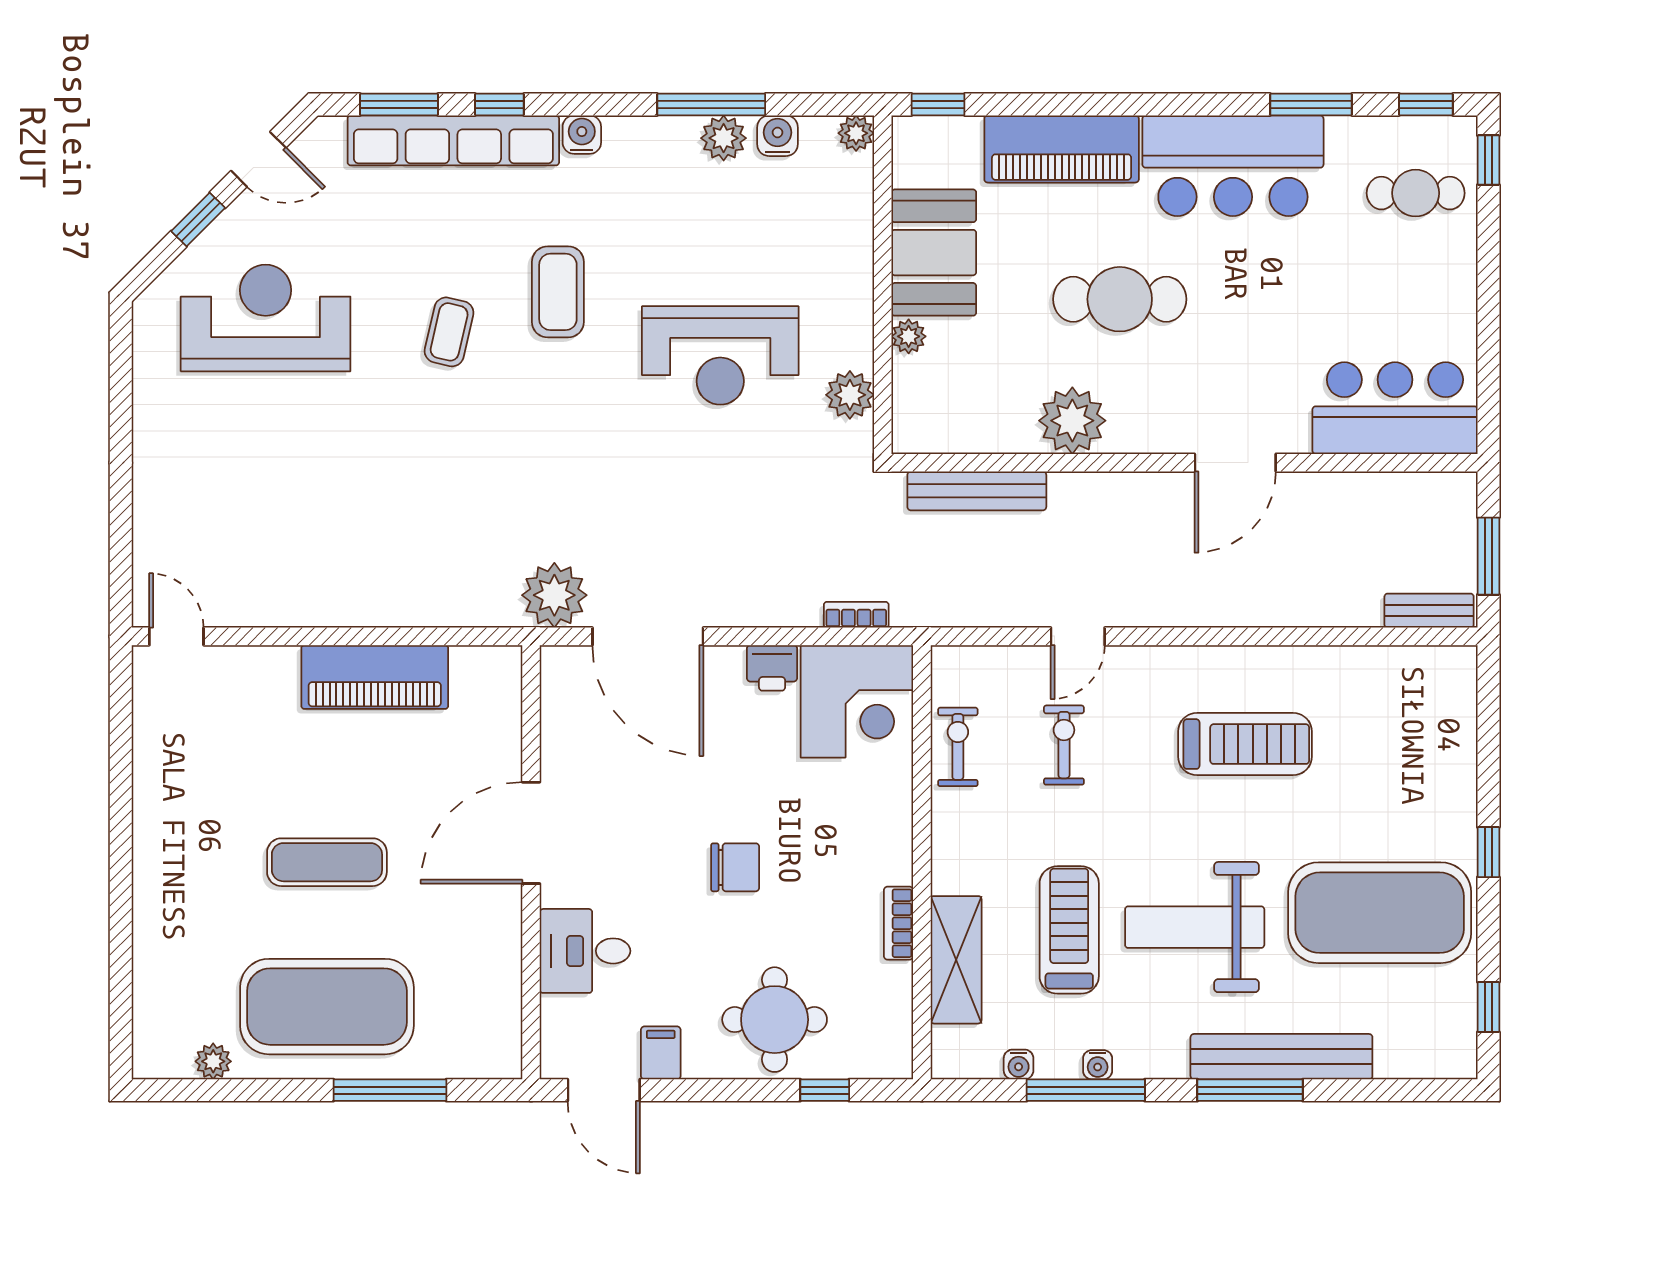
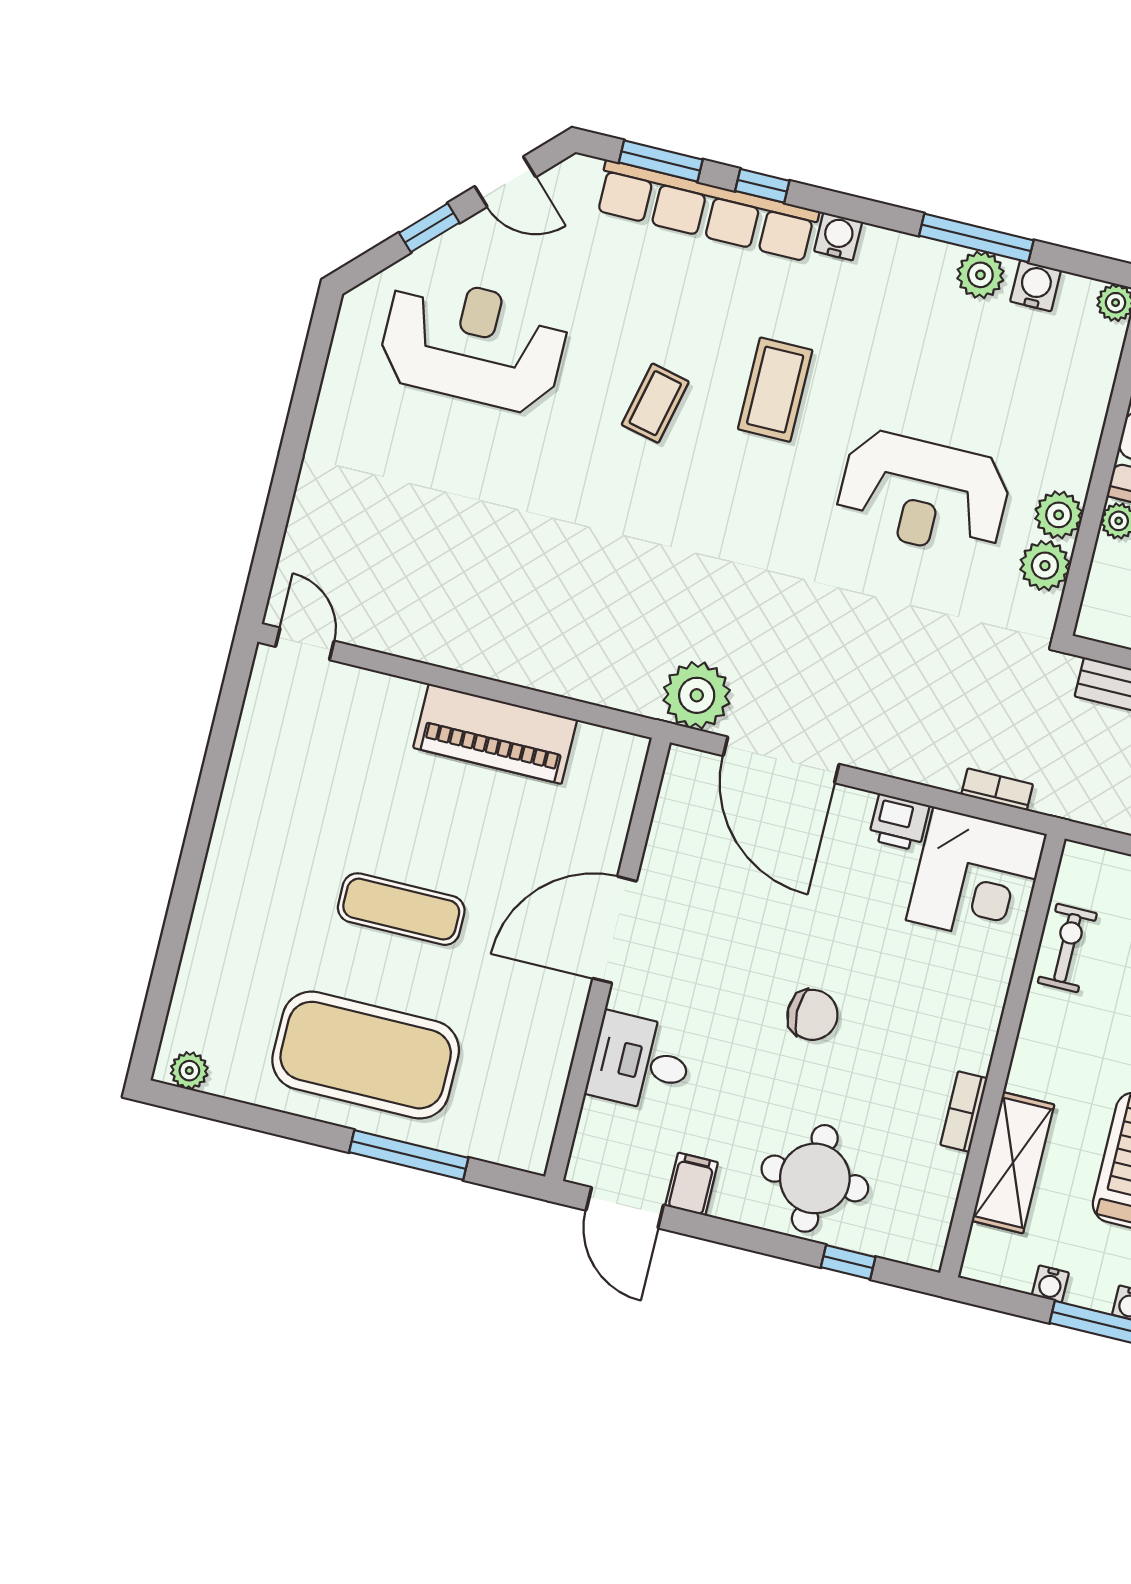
plant: (851, 344) -> (1059, 515), added
plant: (213, 1061) -> (189, 1071), moved

